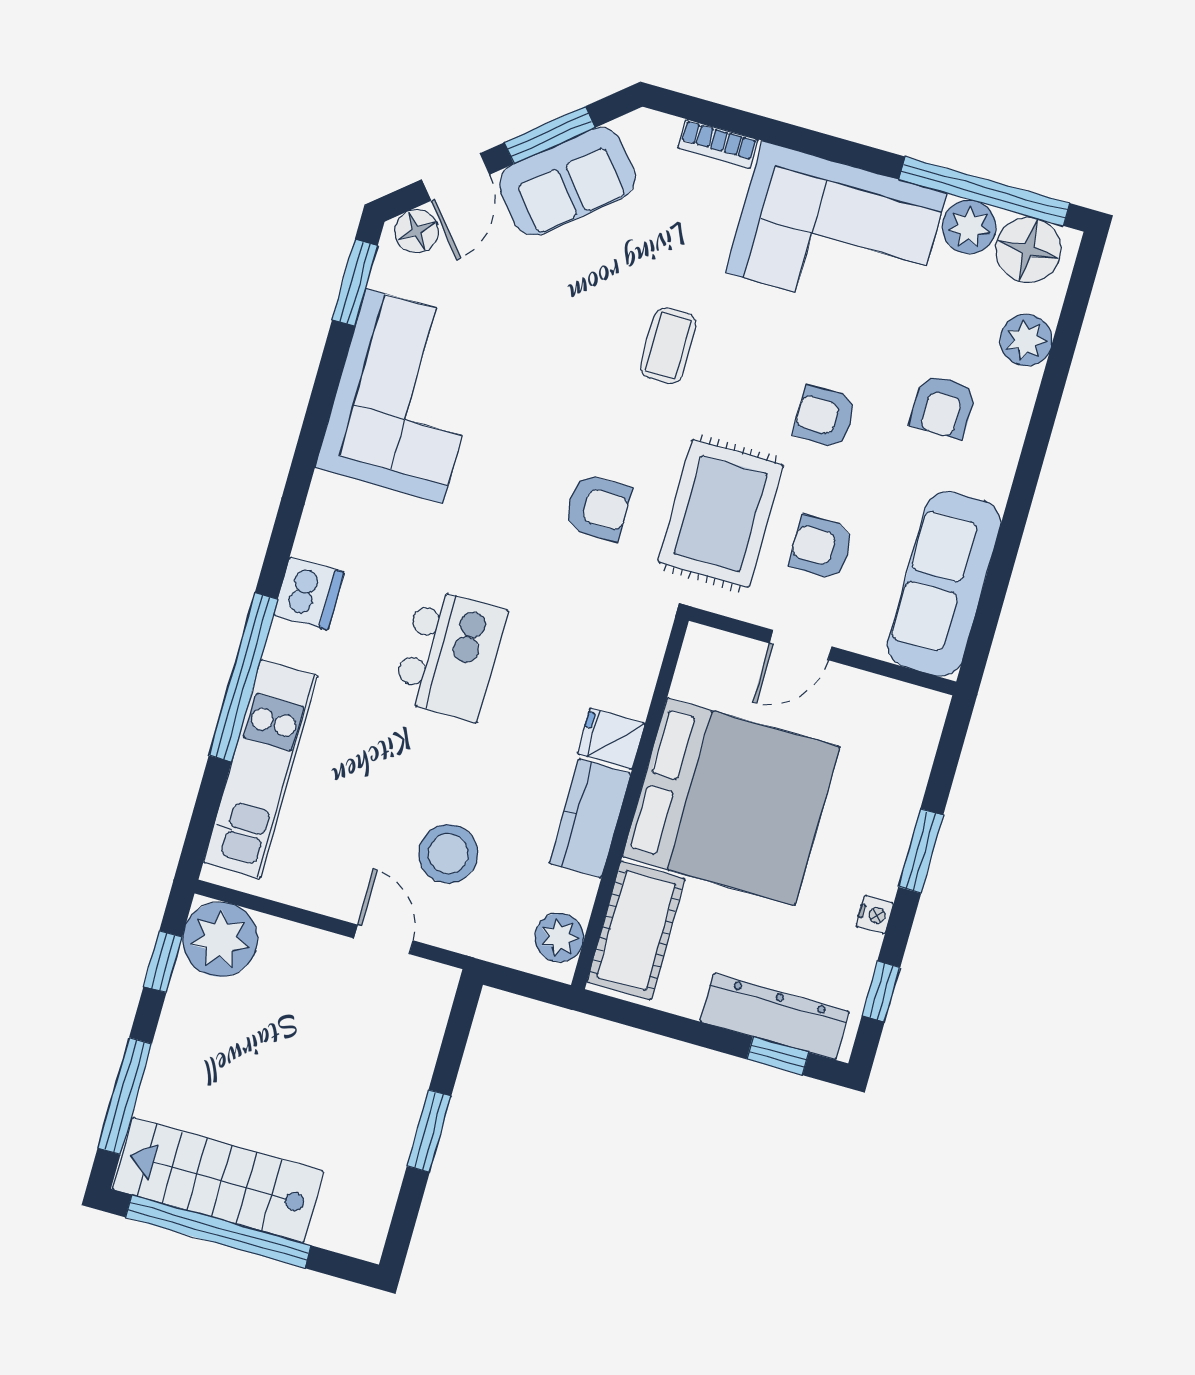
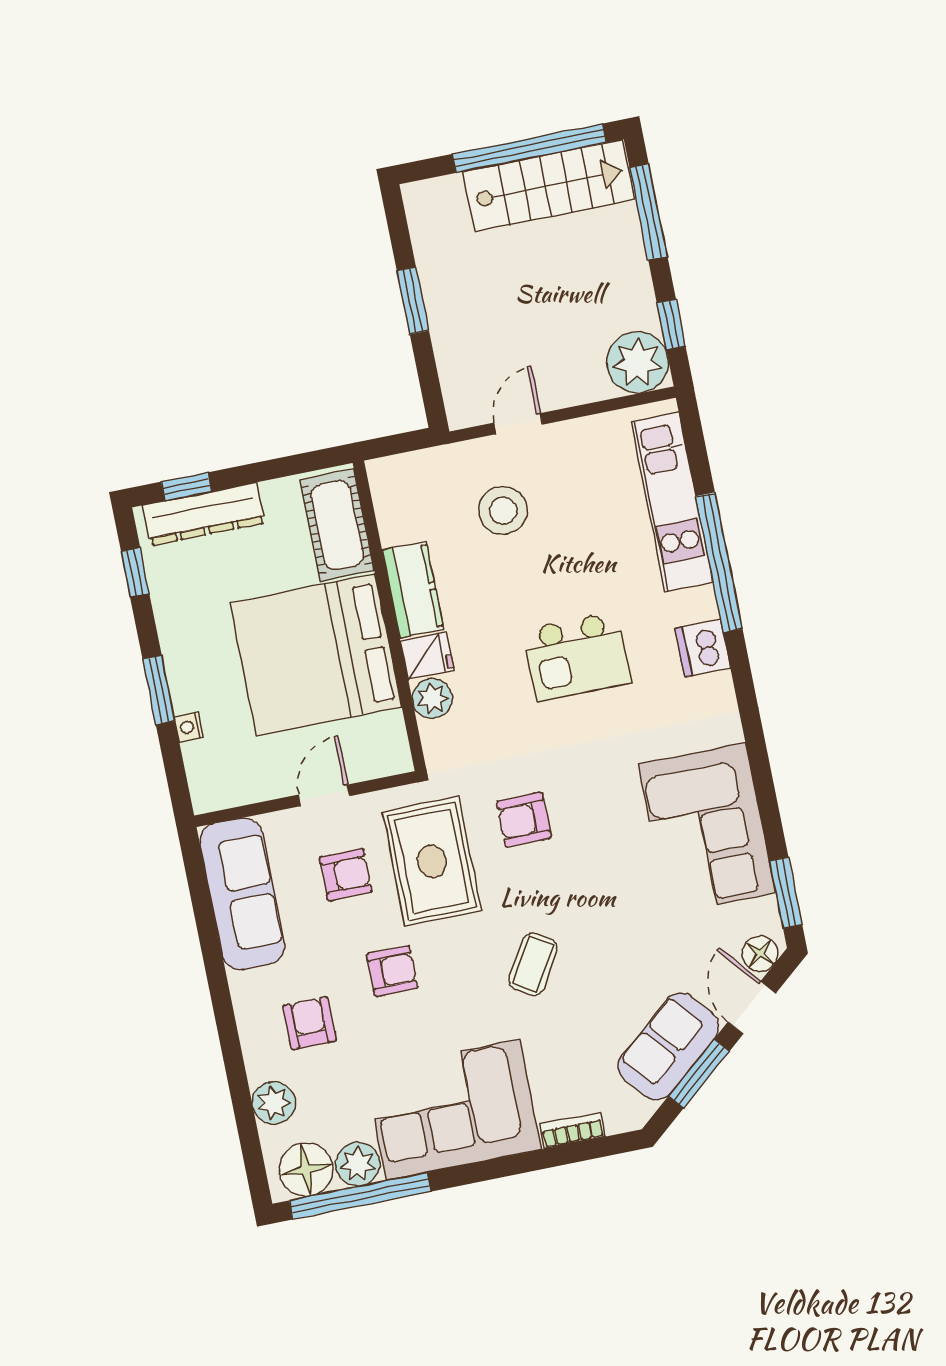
coffee table: (668, 346) -> (533, 964), turned 31
kitchen island: (449, 655) -> (577, 656), turned -90
nightstand: (875, 915) -> (189, 727), moved
plant: (559, 937) -> (432, 698), moved
door: (384, 939) -> (518, 424), swing flipped

